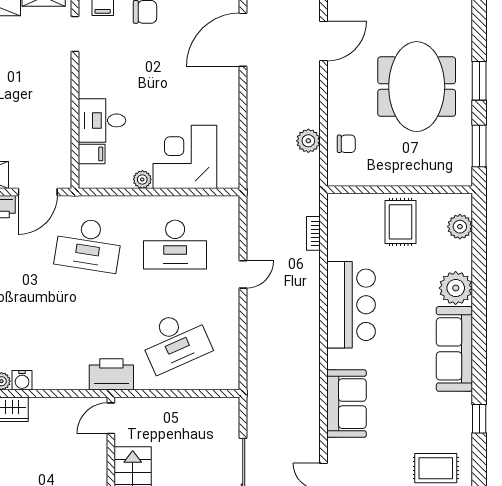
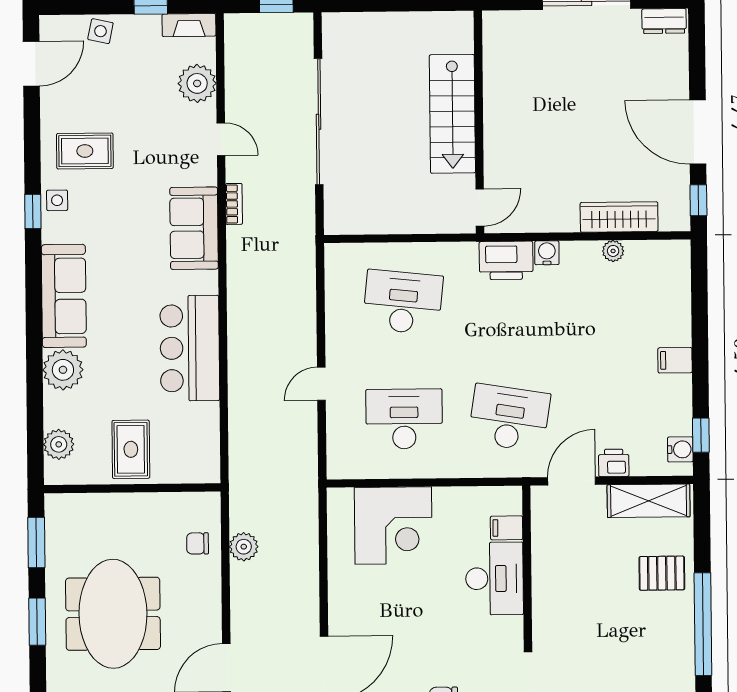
desk: (102, 120) -> (495, 579), width x1.37
plant: (142, 179) -> (445, 498), removed
bookcase: (313, 233) -> (234, 204), moved
desk: (175, 341) -> (403, 302), turned 30
printer: (111, 374) -> (506, 260), moved
water cooler: (22, 380) -> (547, 253), moved
side table: (459, 428) -> (57, 200), added

